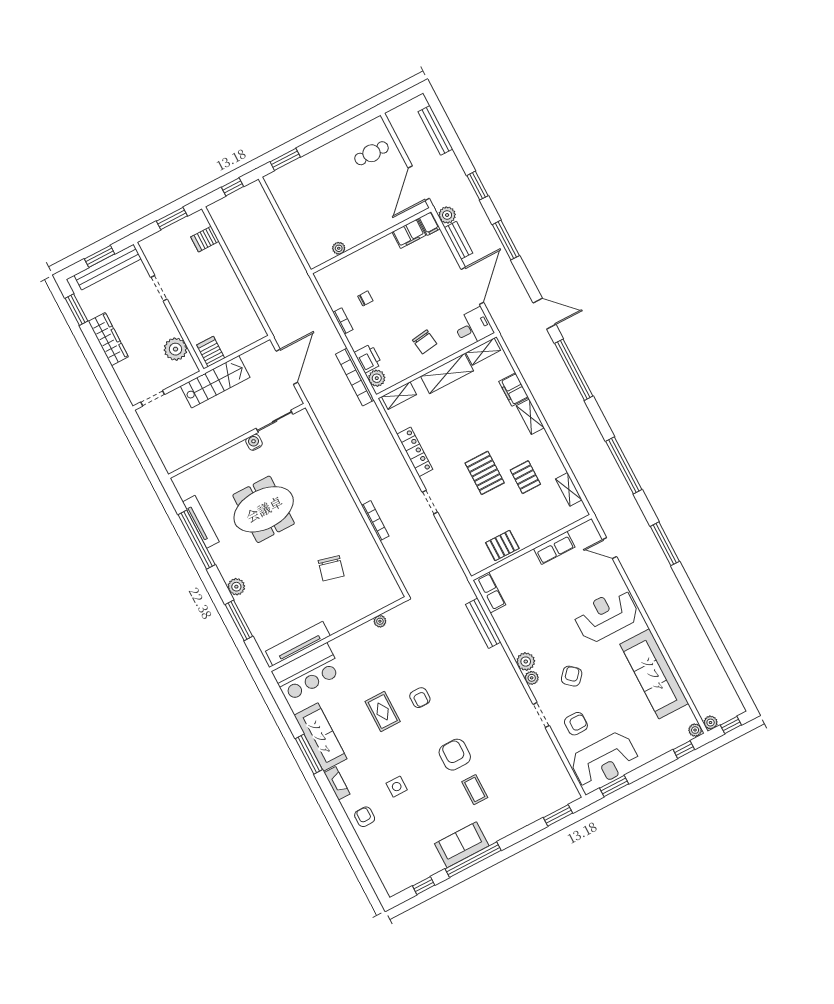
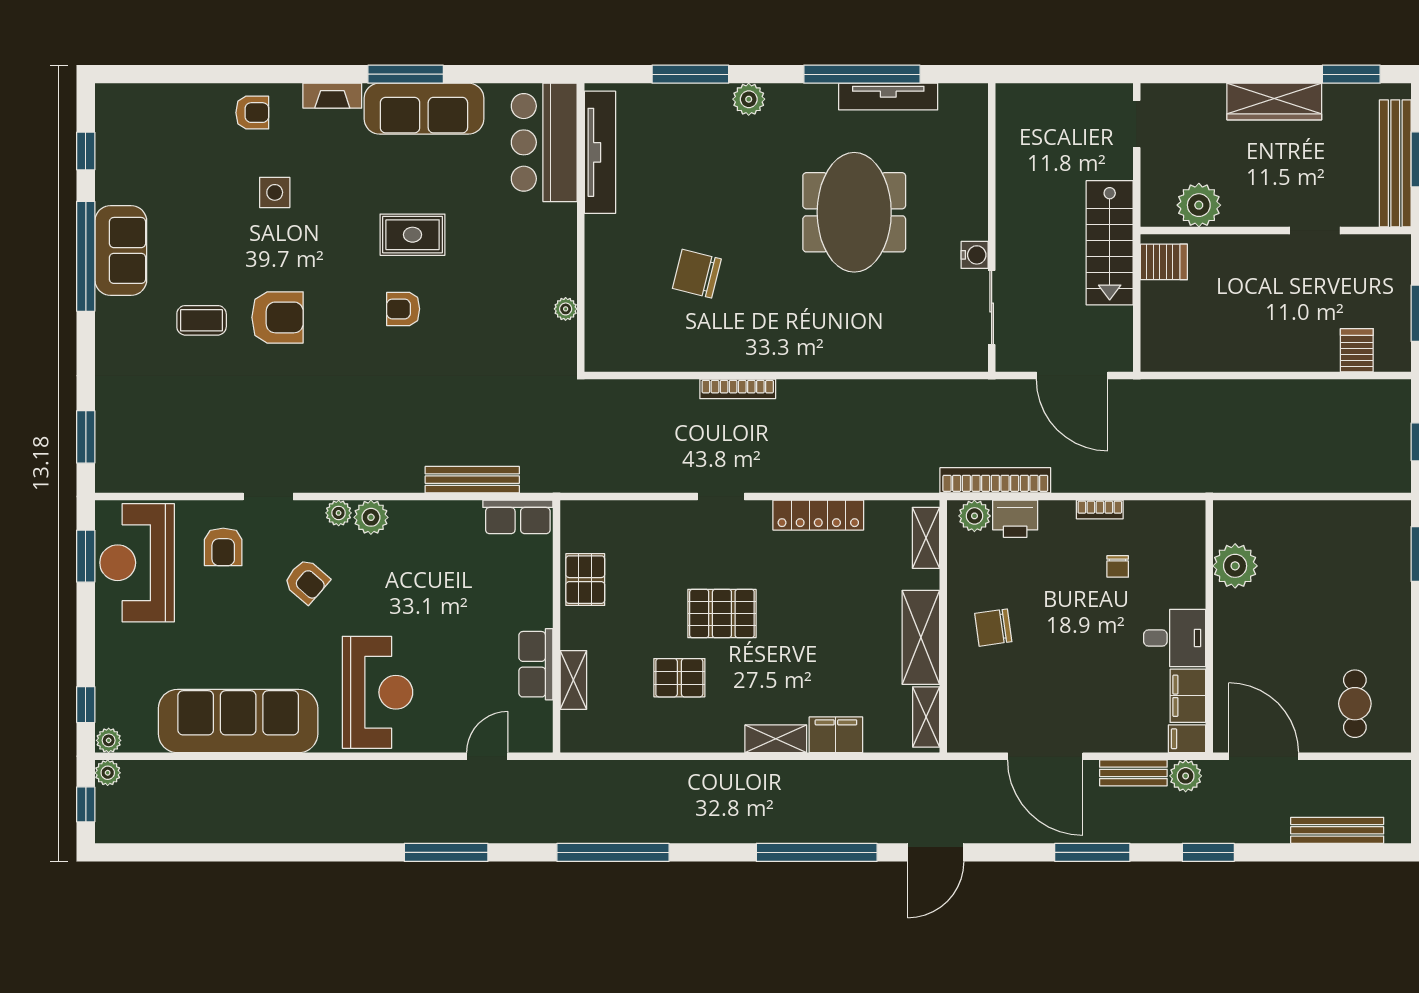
plant: (339, 248) -> (1235, 566), width x1.88, depth x1.88
desk: (473, 327) -> (1175, 638), moved, turned -90
shelving: (569, 489) -> (573, 680), moved, turned 90

